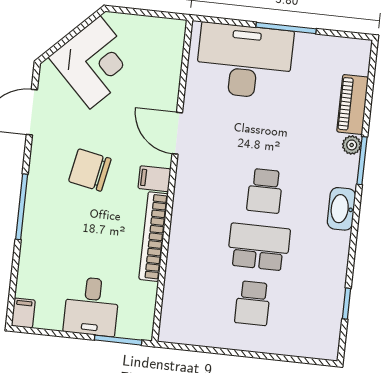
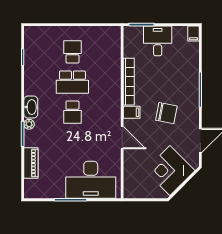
plant: (352, 145) -> (29, 124), moved
school desk: (265, 191) -> (72, 112), turned 180

